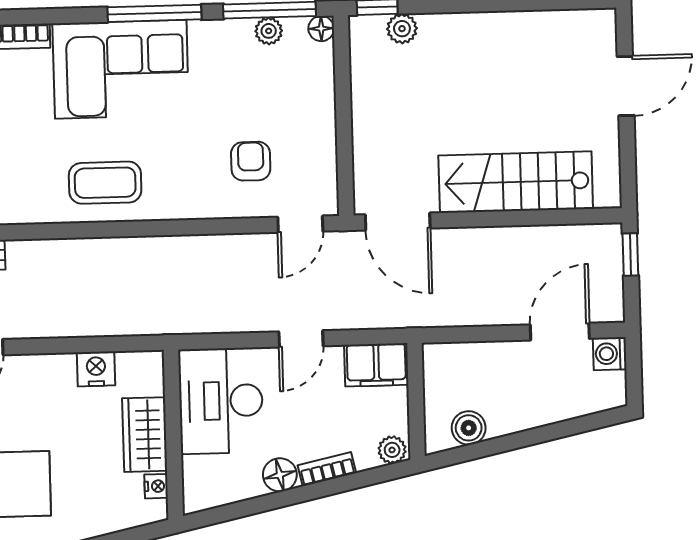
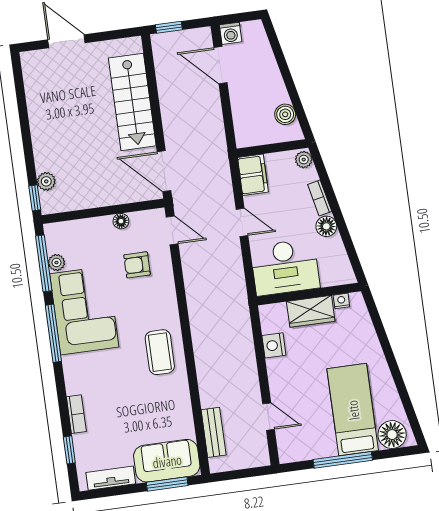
floor lamp: (321, 29) -> (121, 221), moved
corner sofa: (121, 69) -> (84, 310), moved
door: (398, 221) -> (164, 171), swing flipped

